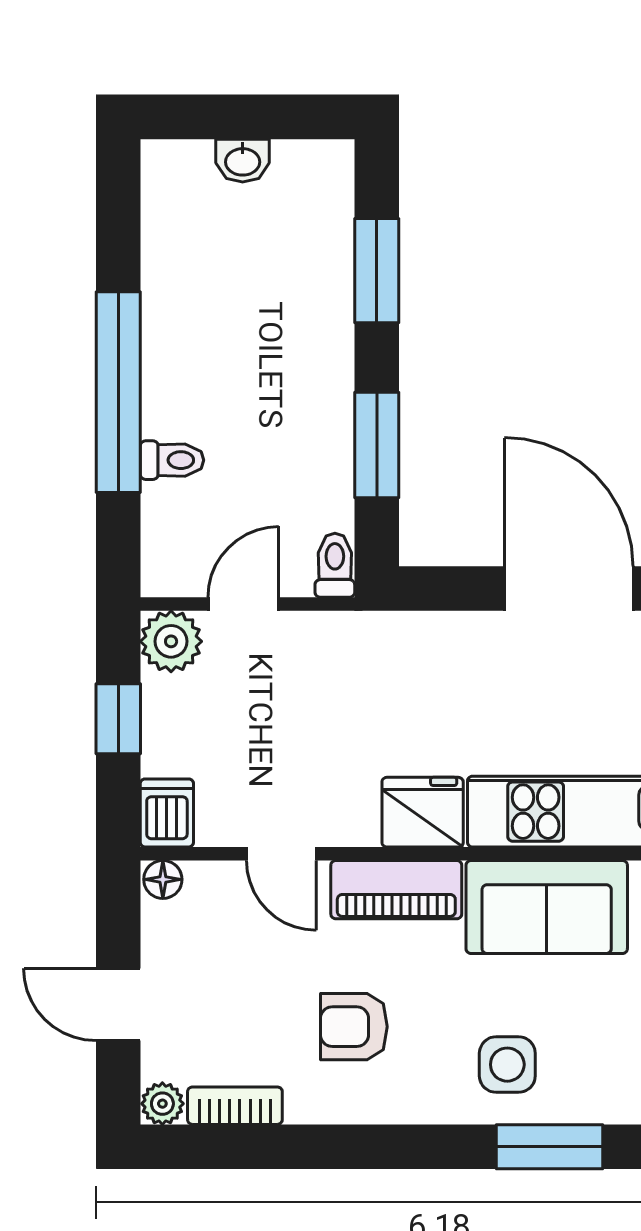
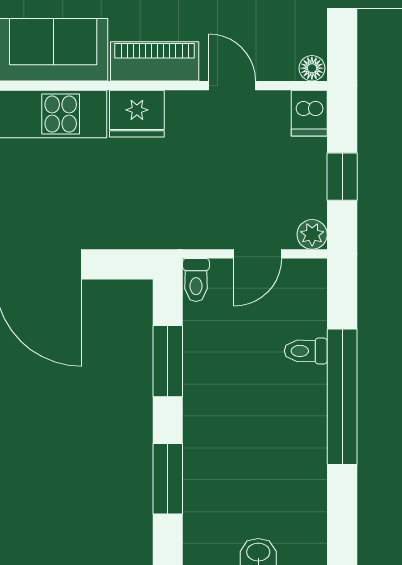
plant: (171, 641) -> (312, 234), width x0.73, depth x0.73

